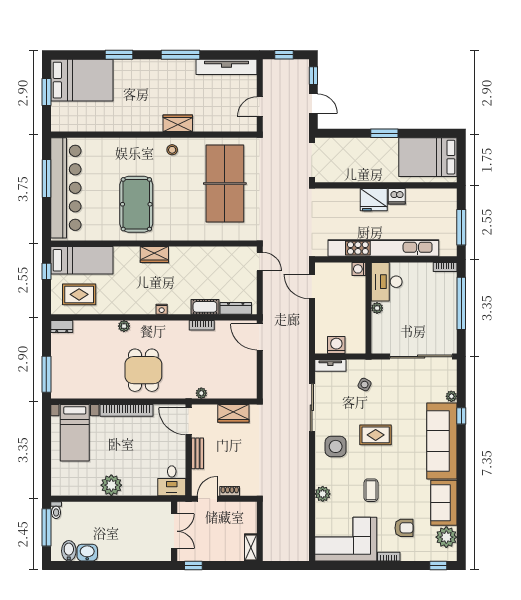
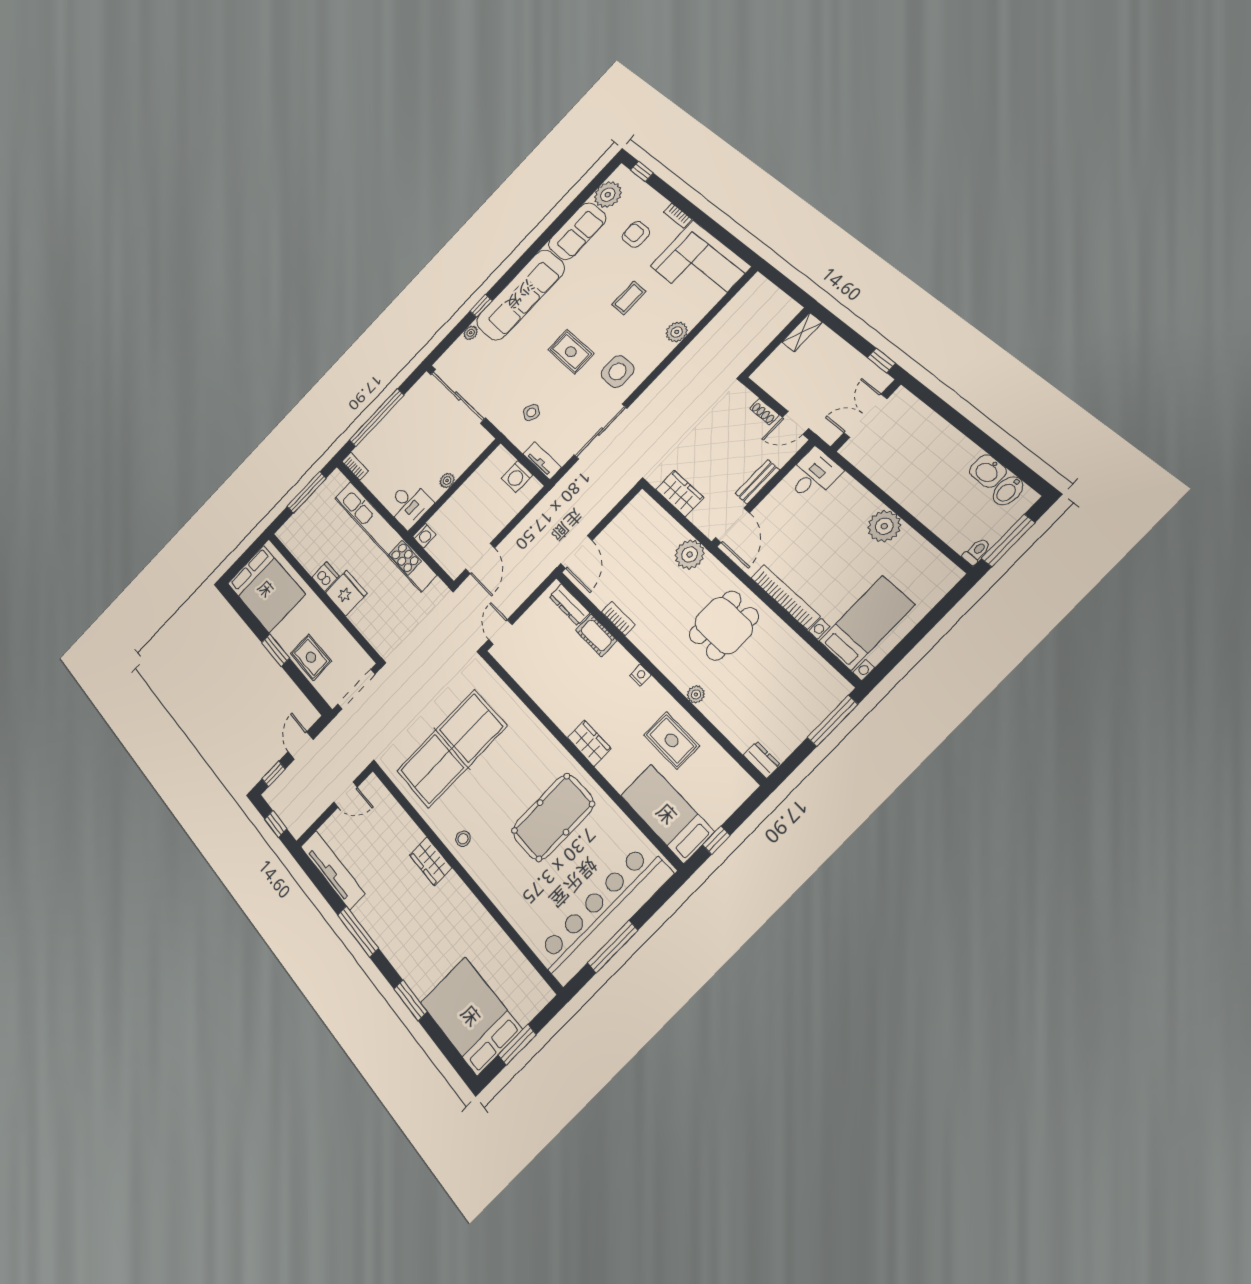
rug: (358, 150) -> (311, 657), added
desk: (387, 282) -> (409, 505), width x0.73
rug: (79, 294) -> (672, 740), moved
plant: (201, 393) -> (690, 554), width x1.88, depth x1.88

